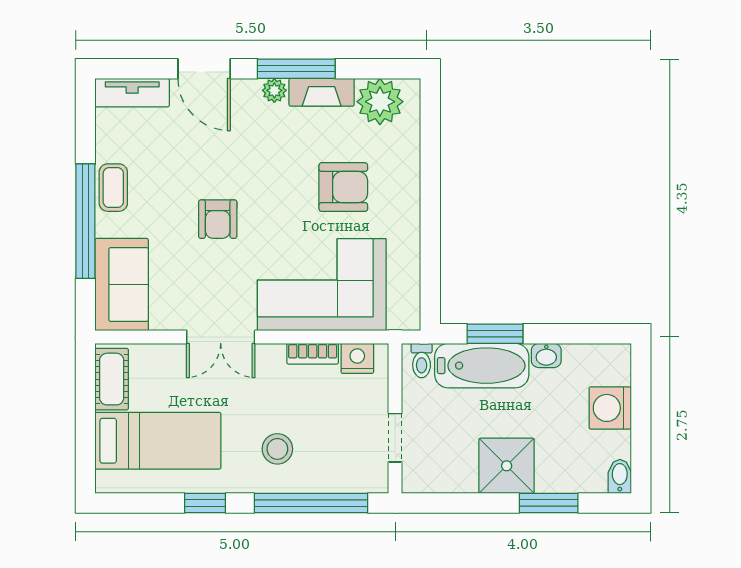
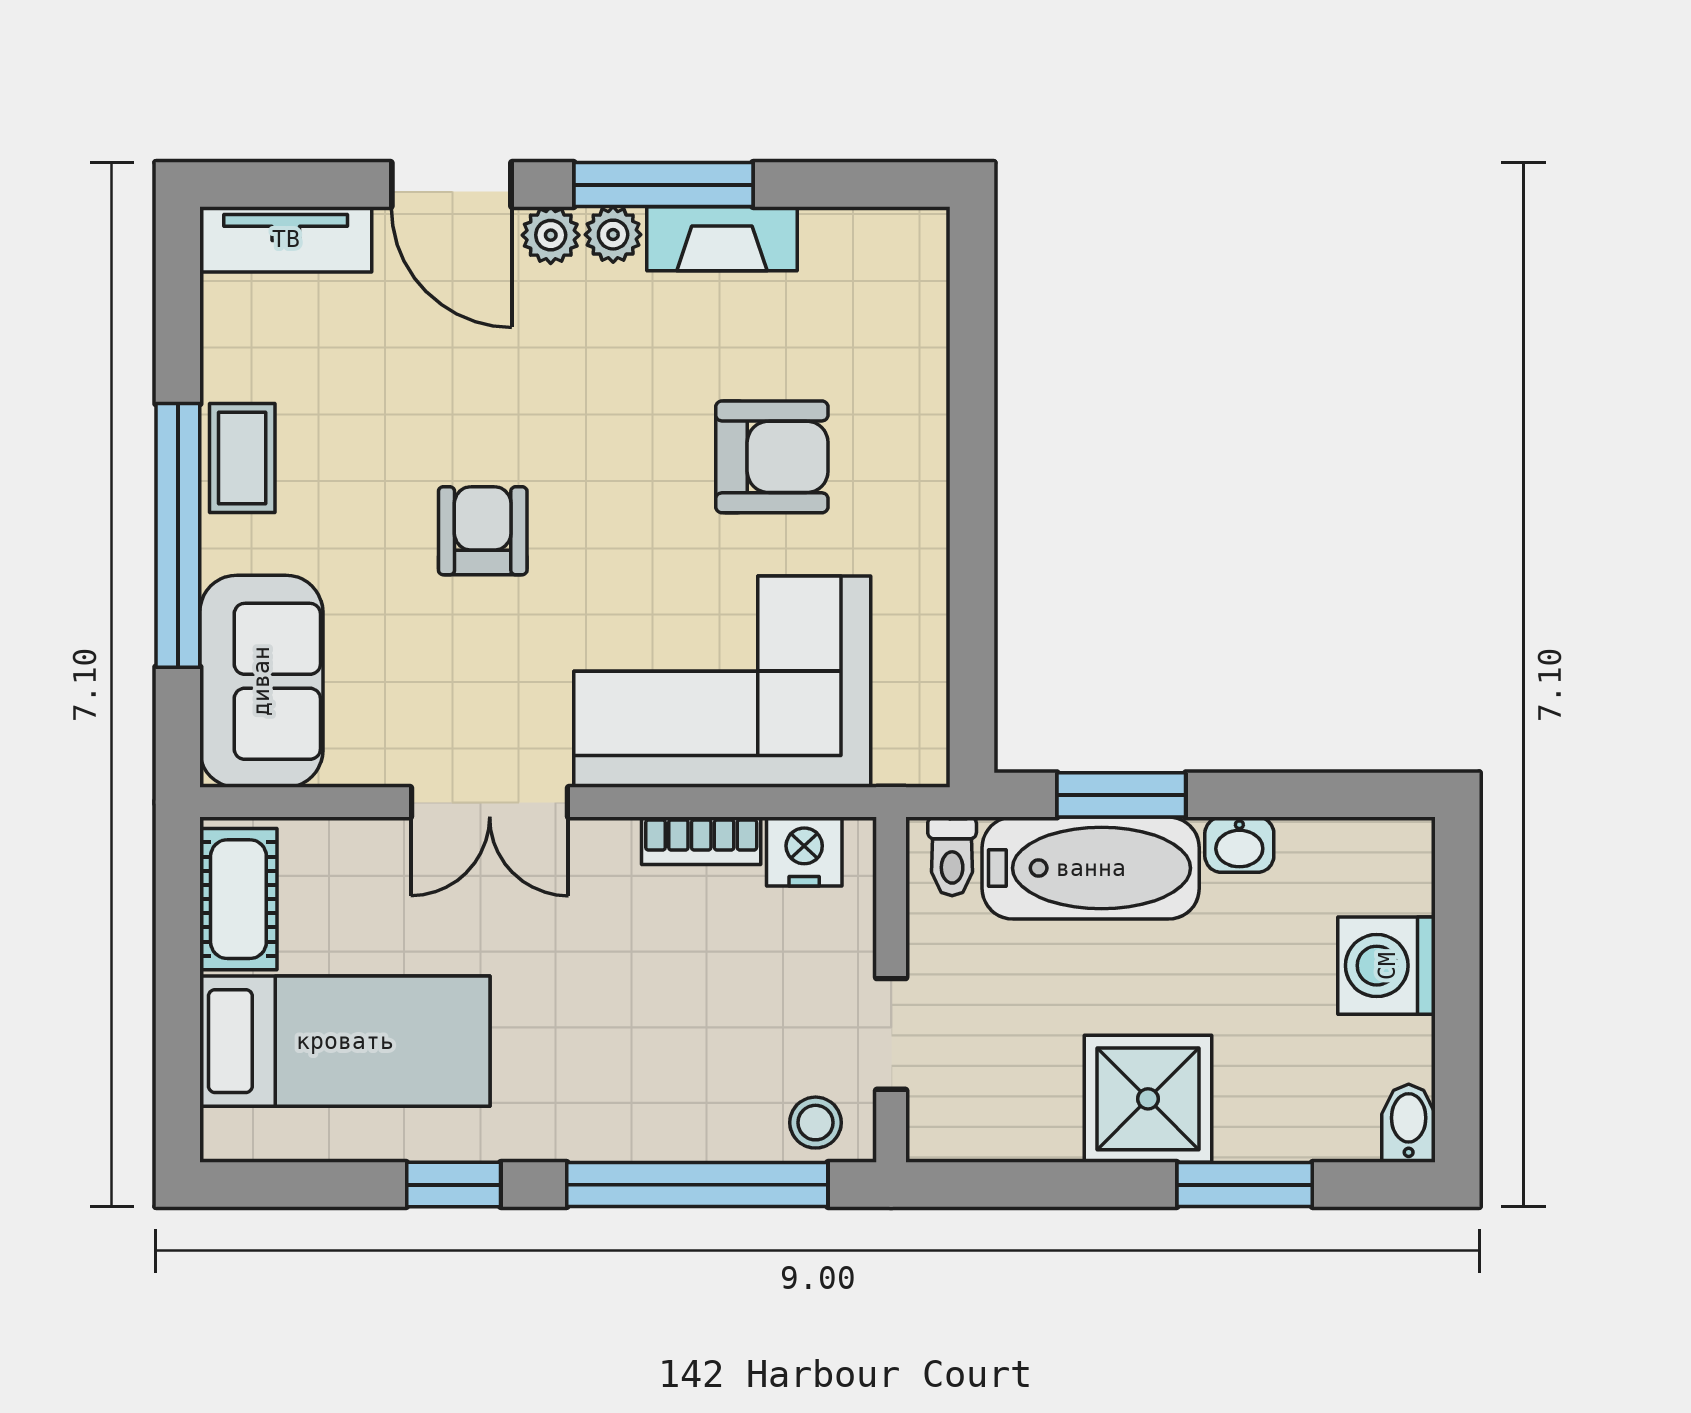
plant: (380, 102) -> (551, 235), moved, width x0.53, depth x0.53
armchair: (218, 219) -> (483, 531), turned 180
stool: (277, 449) -> (816, 1123), moved, width x0.73, depth x0.73

